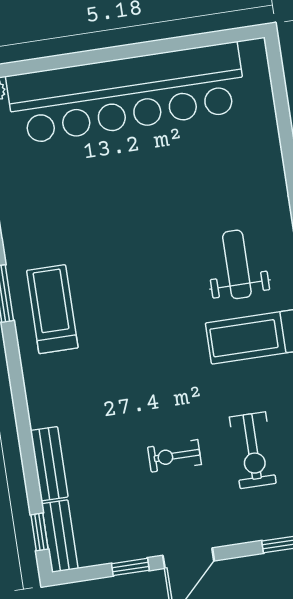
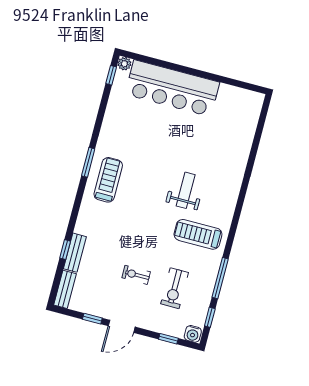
bar counter: (126, 93) -> (172, 88), width x0.73
weight bench: (237, 264) -> (186, 190), moved
window: (39, 532) -> (65, 250), moved

